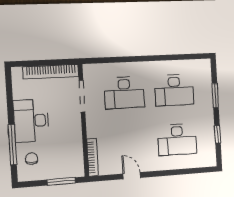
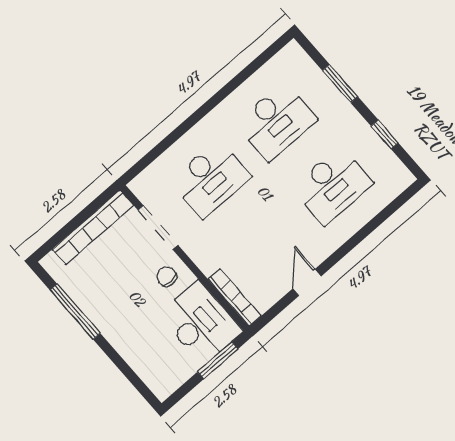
desk: (31, 121) -> (201, 323), moved, turned 180
window: (12, 145) -> (75, 312), moved
chair: (32, 159) -> (167, 277), moved
door: (132, 176) -> (307, 282), hinge flipped

